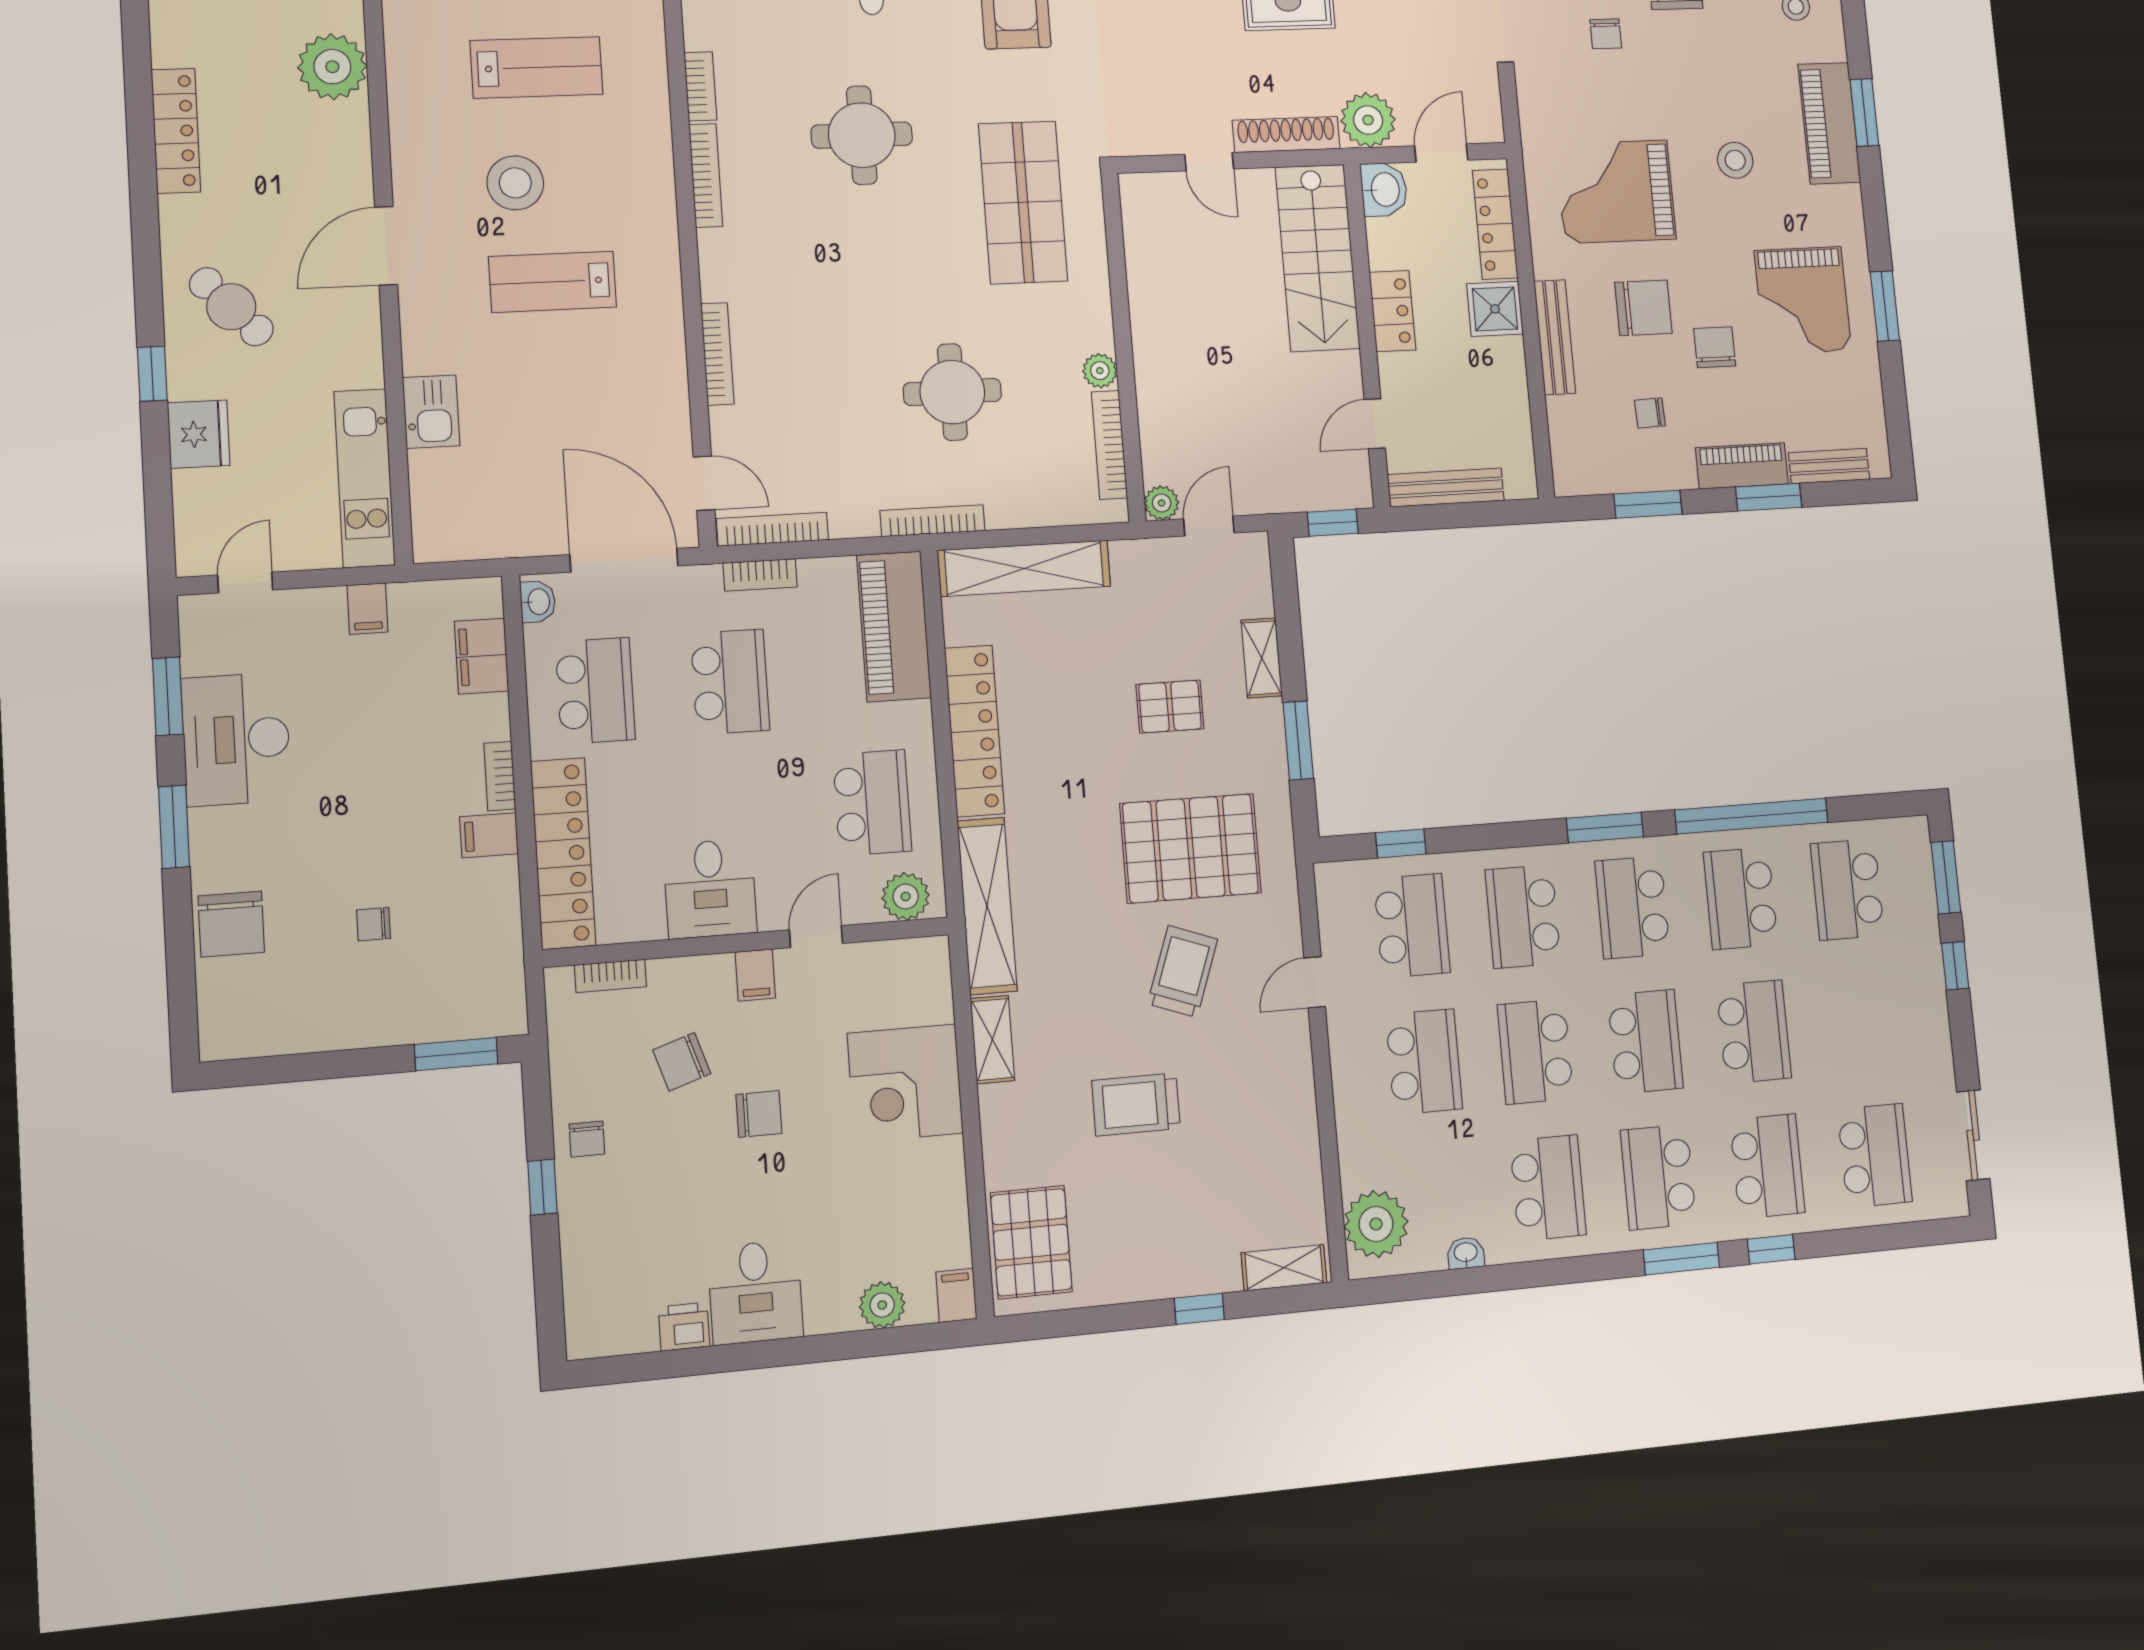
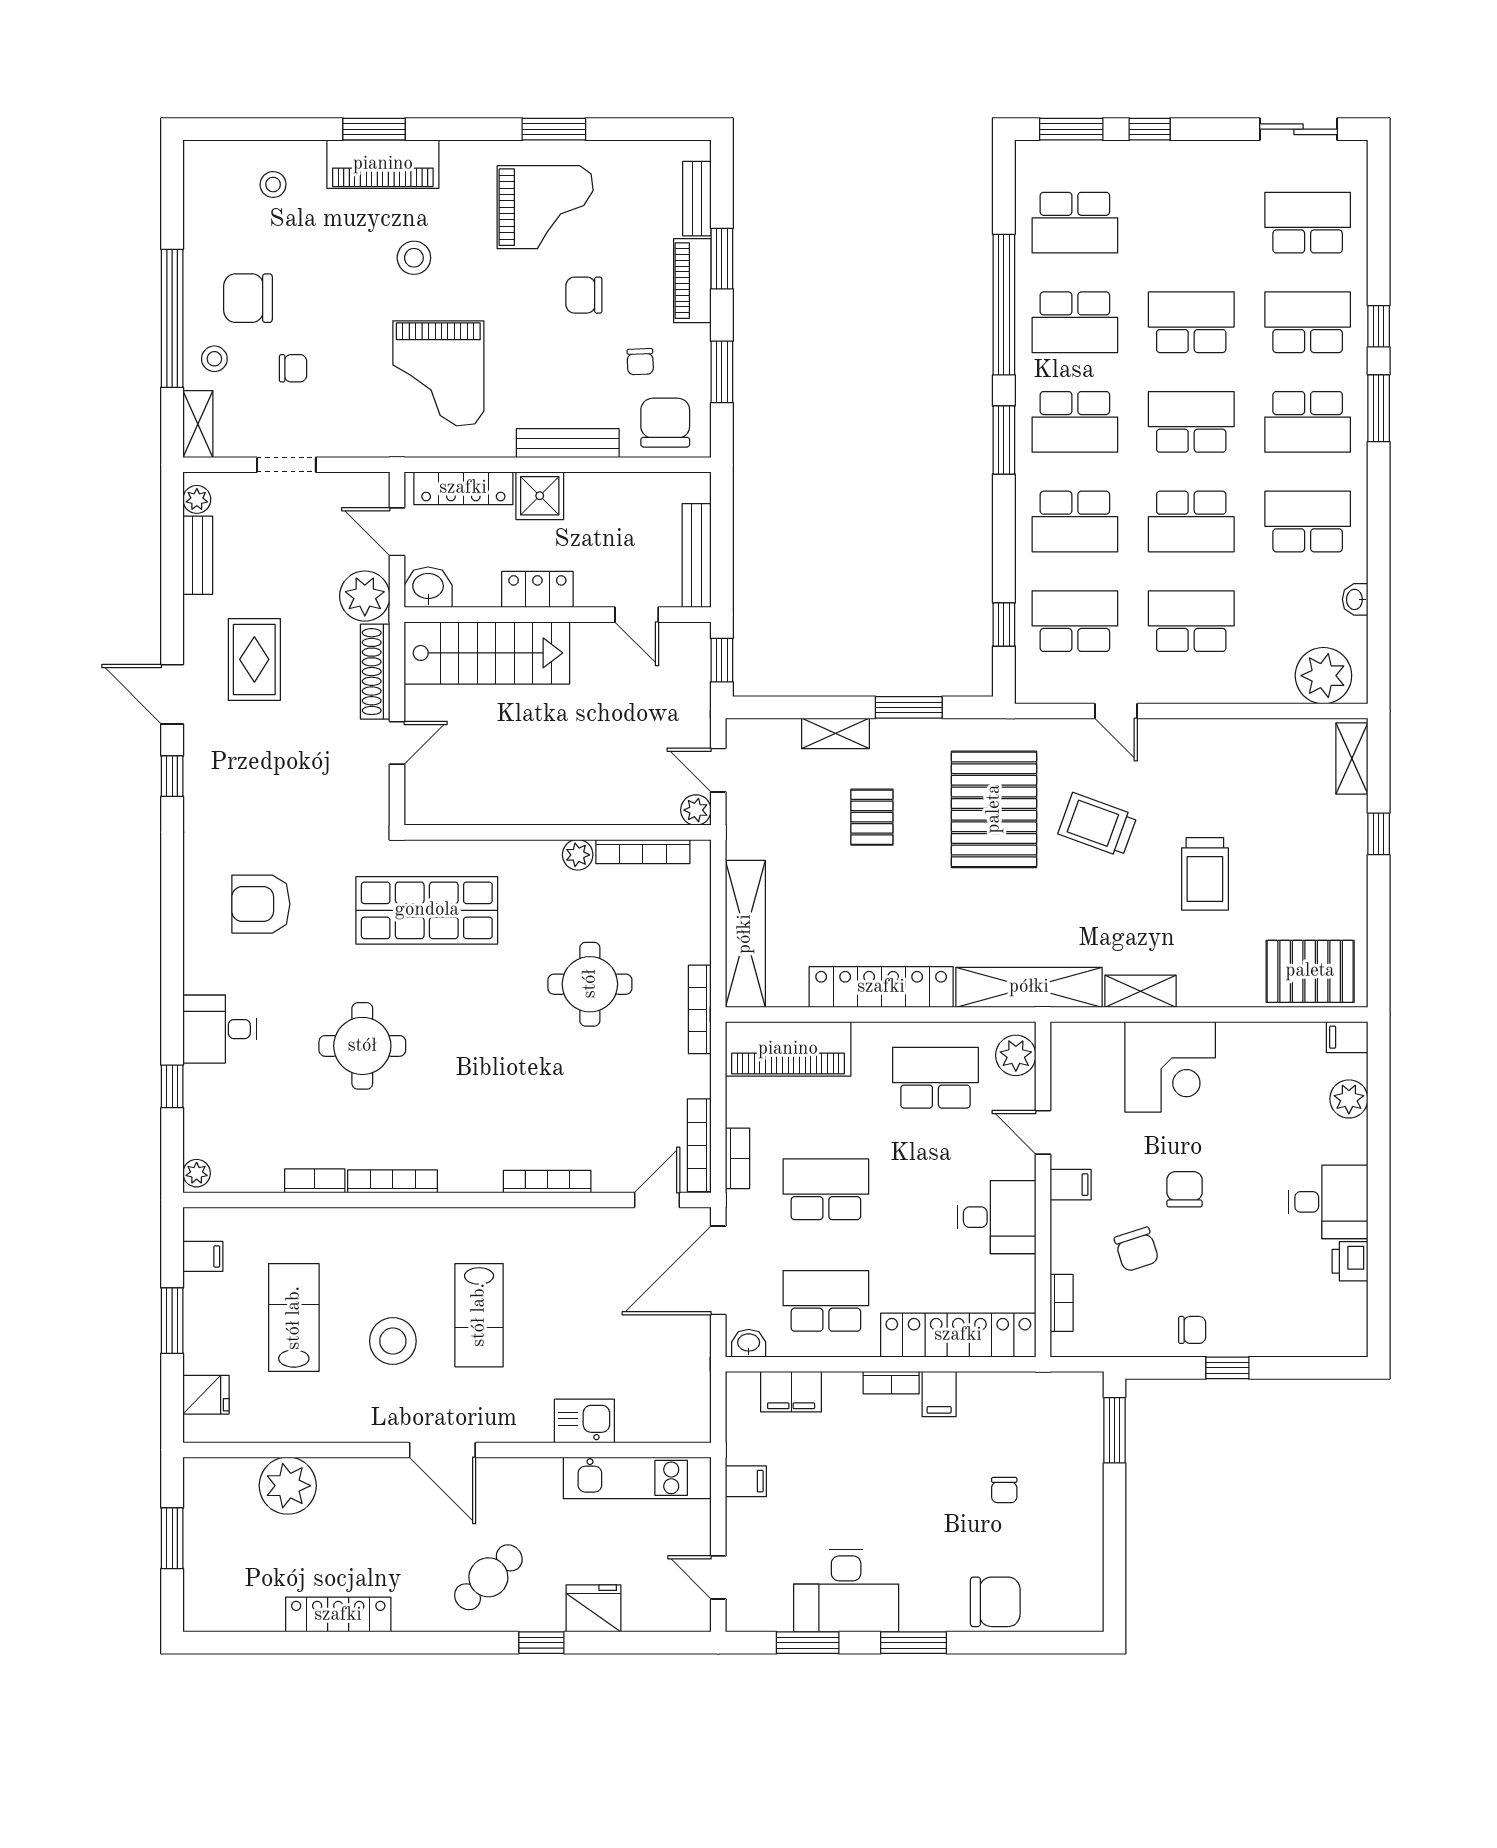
chair: (1643, 308) -> (665, 423), moved

